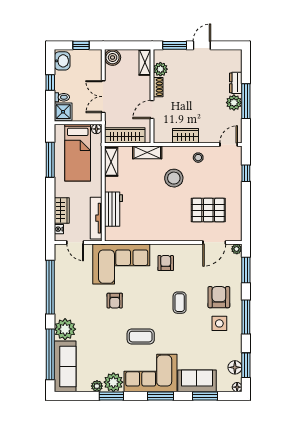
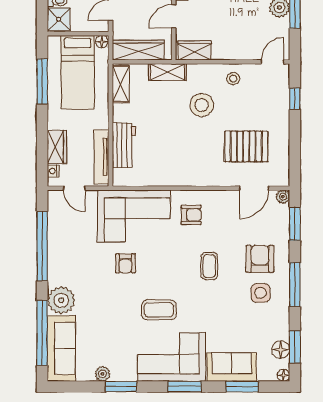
wardrobe: (186, 136) -> (195, 50), moved
armchair: (166, 263) -> (191, 215), turned 90
plant: (113, 382) -> (124, 369), removed

